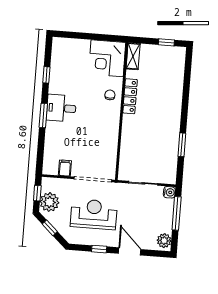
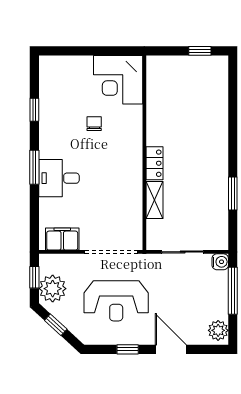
shelving: (133, 56) -> (154, 200), moved
chair: (110, 95) -> (94, 124), moved
locker: (130, 96) -> (155, 163), moved, width x0.66
desk: (61, 108) -> (59, 178), moved
filing cabinet: (65, 168) -> (62, 239), width x2.00
reception desk: (94, 214) -> (116, 301), turned 180

